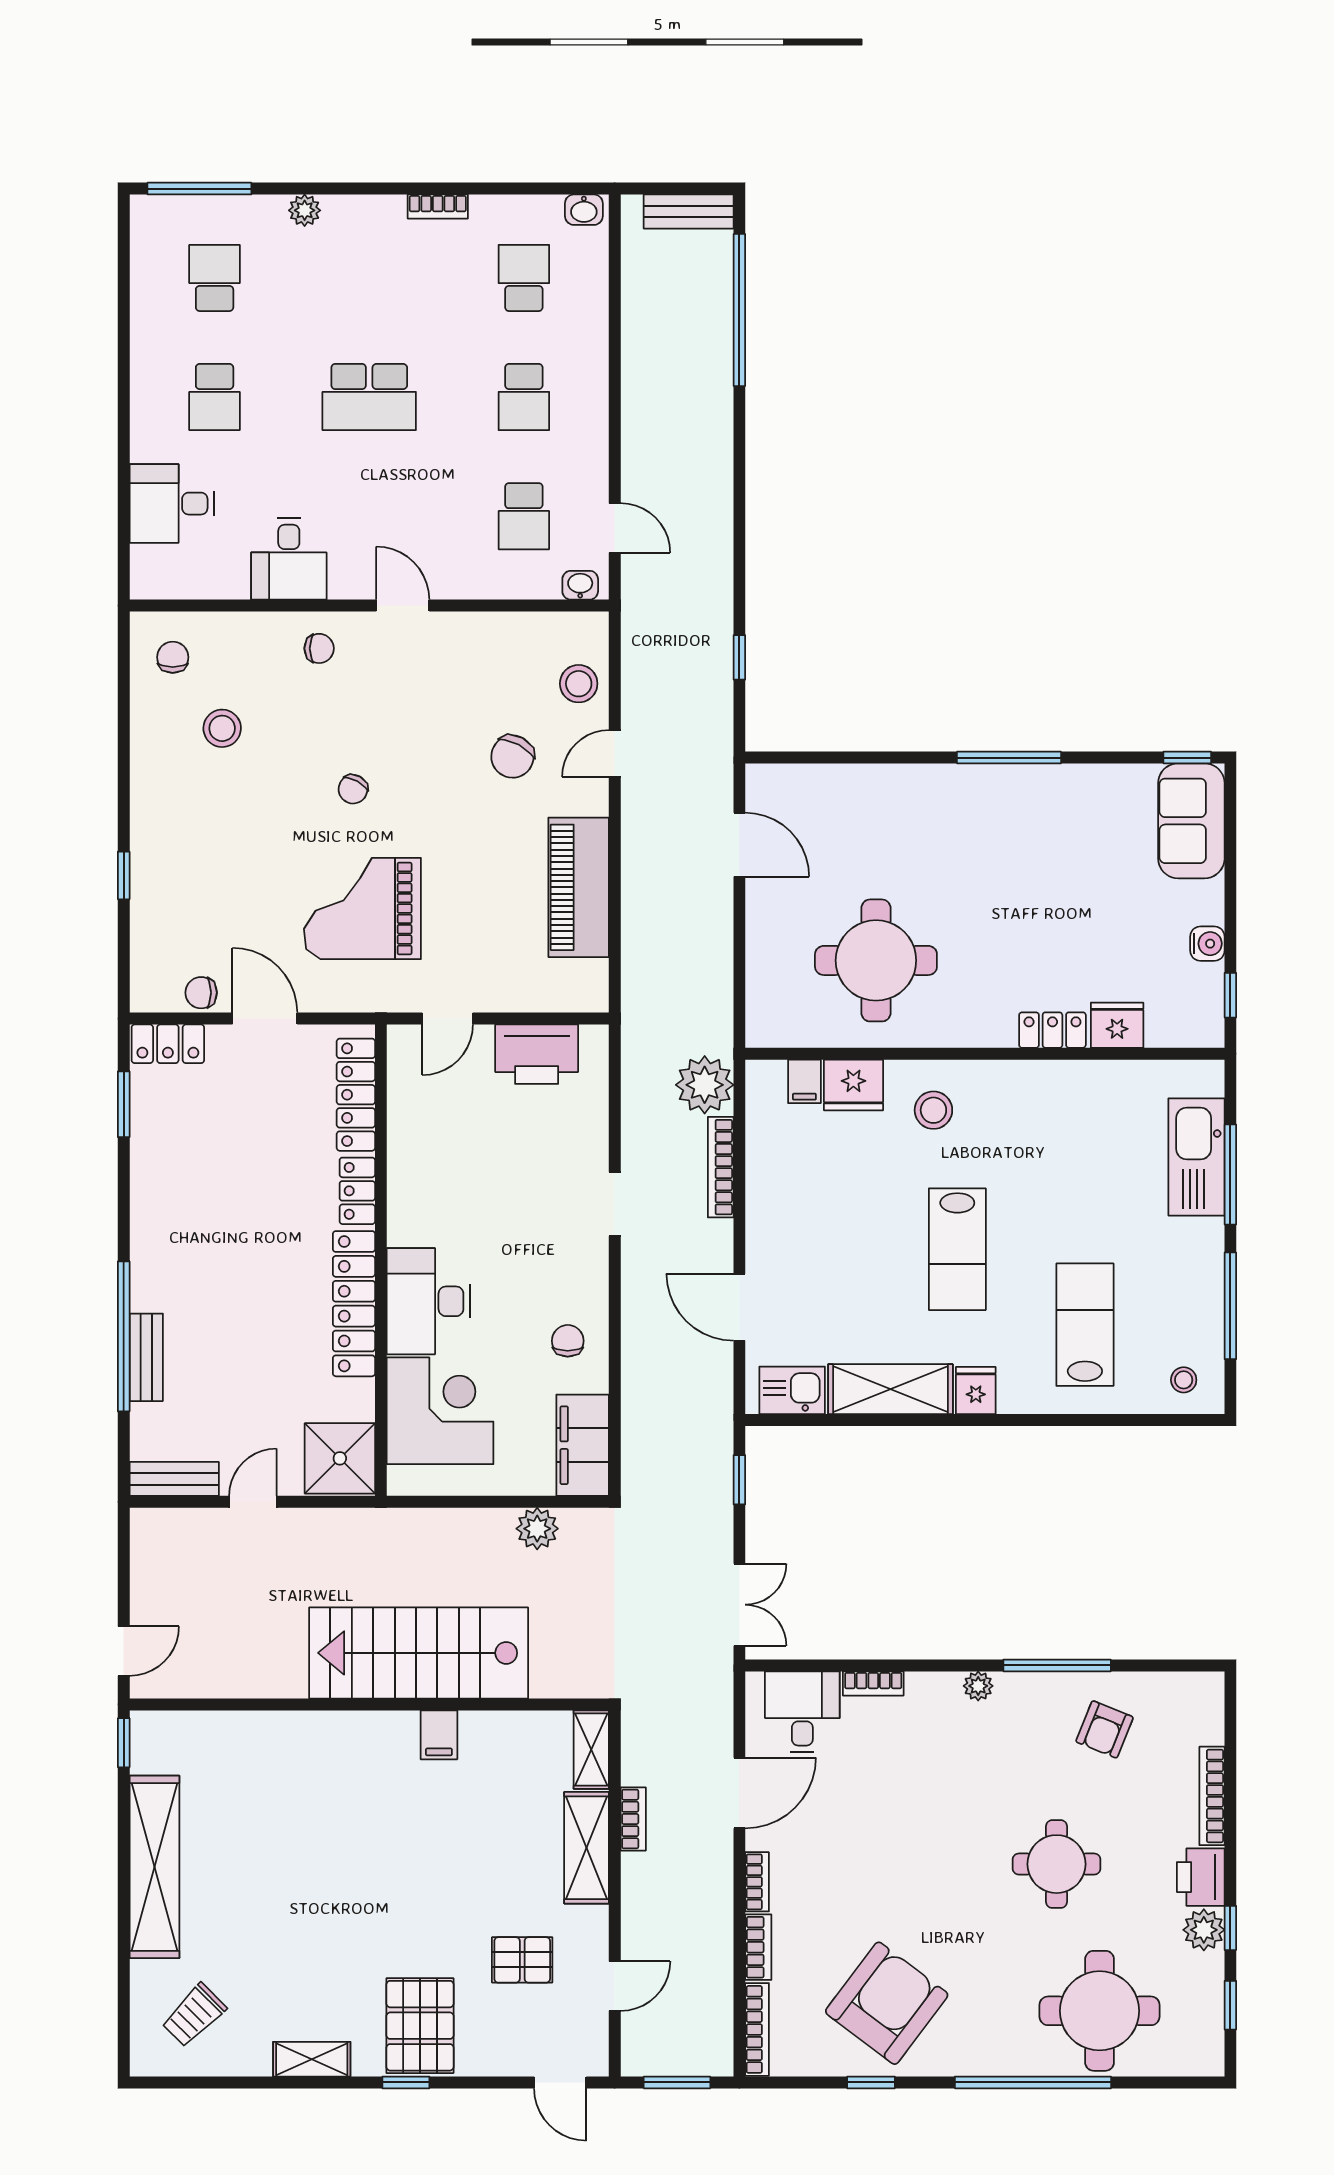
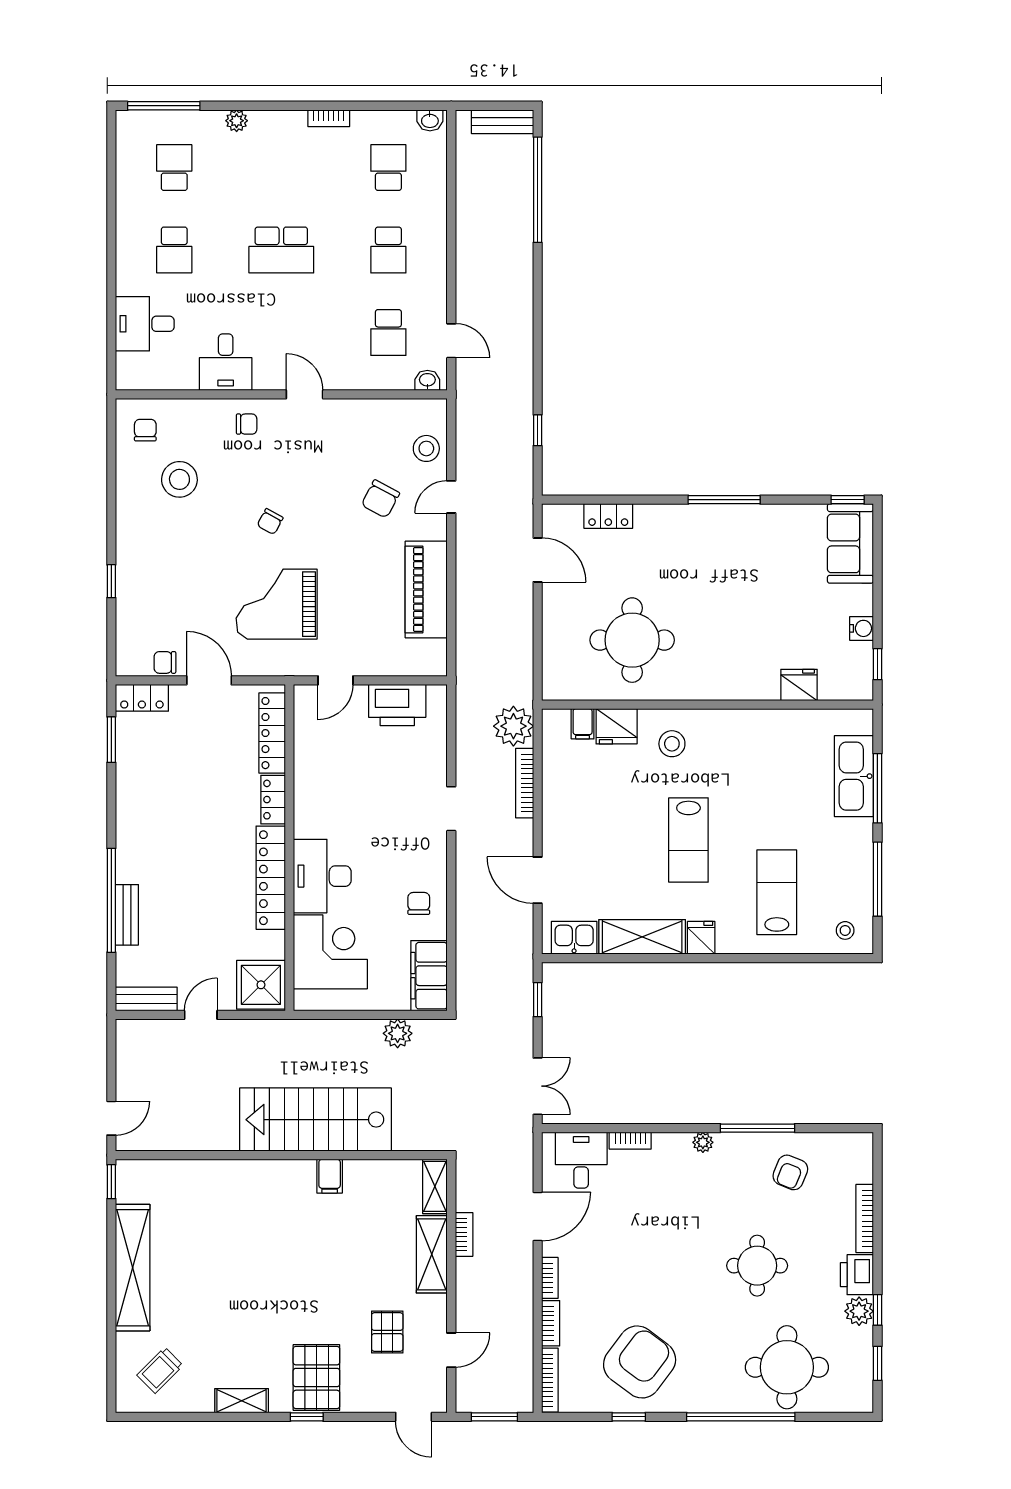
stool: (222, 728) -> (179, 479), width x1.38, depth x1.38
locker: (1052, 1030) -> (608, 516), moved, turned 180
pallet: (522, 1960) -> (387, 1332), turned 90

